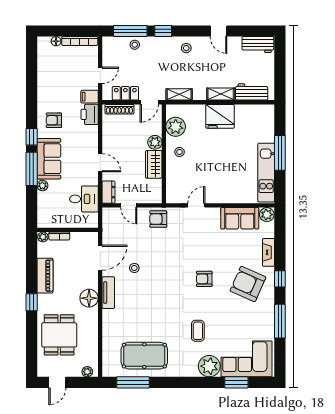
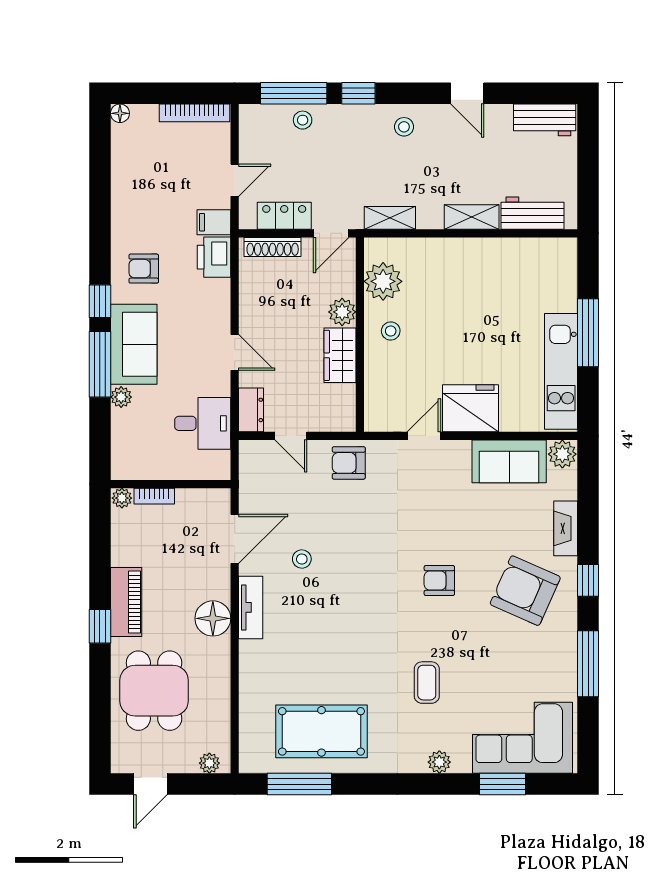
floor lamp: (56, 41) -> (120, 113), moved
fridge: (220, 116) -> (470, 408), moved, turned 180
piano: (45, 276) -> (126, 602), moved
plant: (209, 366) -> (439, 762), width x0.53, depth x0.53

